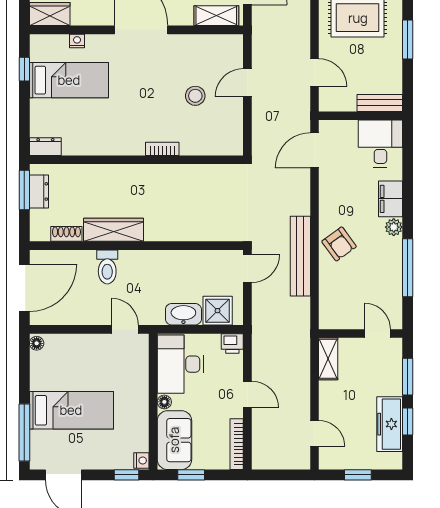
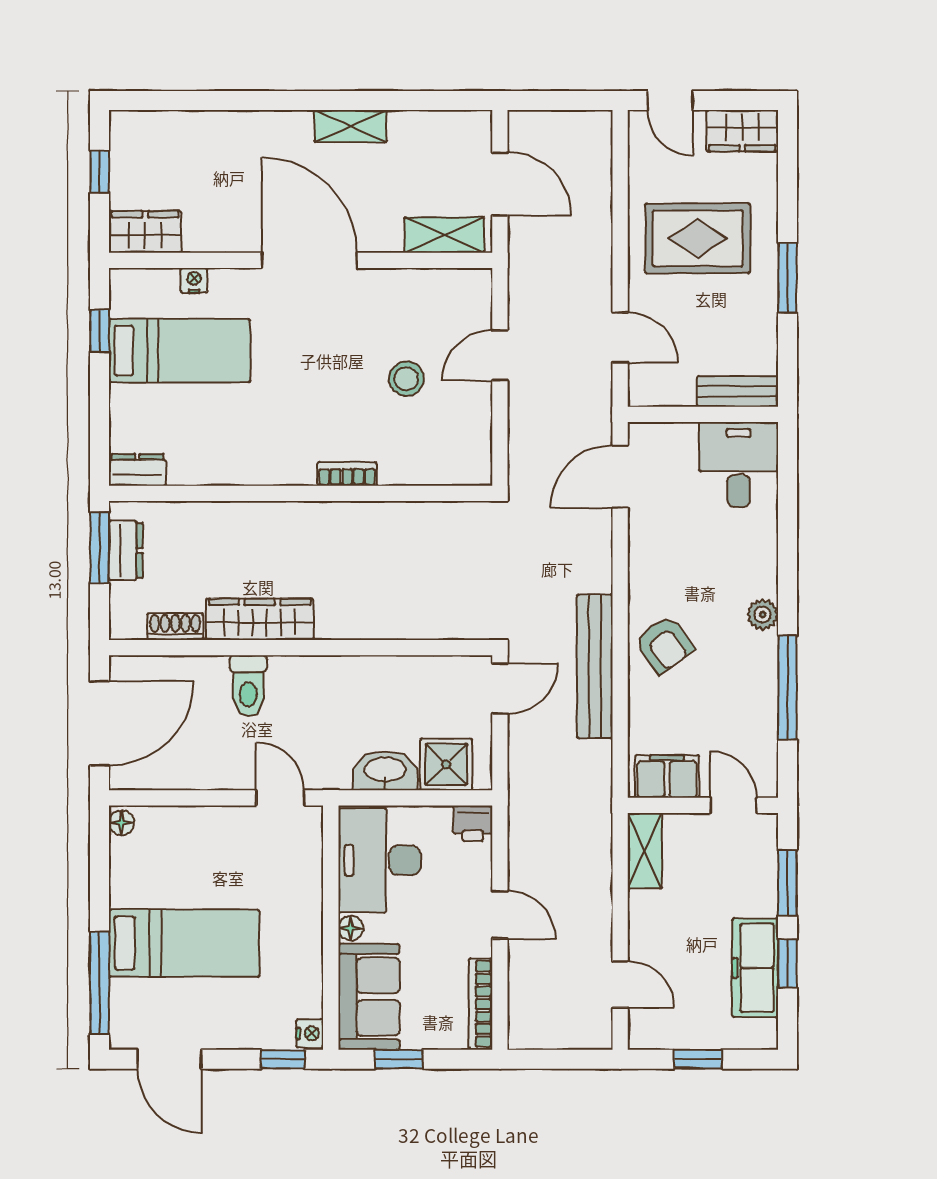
filing cabinet: (390, 199) -> (667, 776), moved, turned 90

